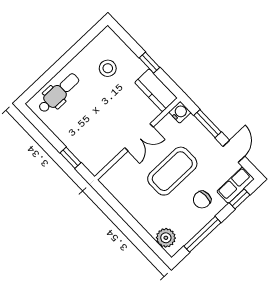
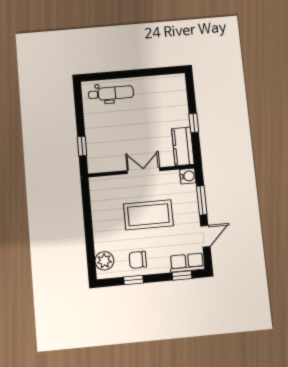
stool: (108, 68) -> (160, 103), removed
double door: (139, 137) -> (143, 171), swing flipped
chair: (202, 200) -> (138, 260), moved
window: (202, 234) -> (133, 280), width x0.46

